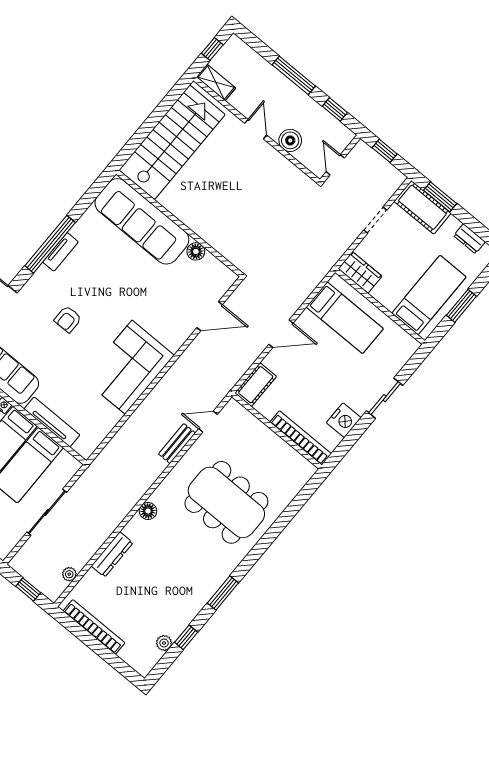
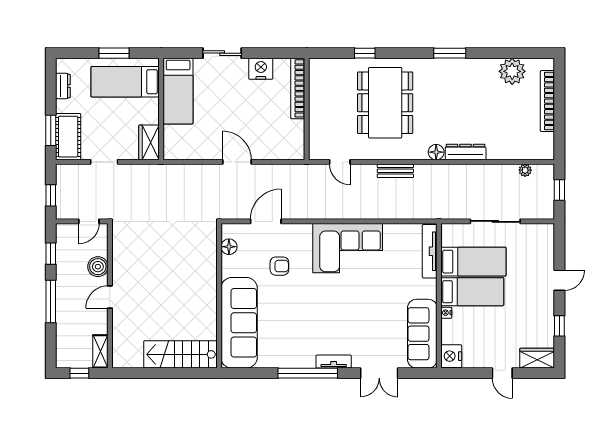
stairs: (172, 142) -> (180, 354), width x0.73, depth x0.66
floor lamp: (196, 251) -> (229, 247), moved
tv unit: (61, 252) -> (334, 362), moved
door: (210, 316) -> (266, 221), hinge flipped
bed: (345, 318) -> (178, 91), moved, turned 180
armchair: (68, 319) -> (279, 266), moved
cot: (256, 385) -> (287, 150), removed
tv unit: (52, 422) -> (430, 251), moved
bench: (177, 444) -> (395, 171), moved
dresser: (112, 554) -> (466, 152), moved
bookcase: (94, 627) -> (547, 101), moved
window: (186, 637) -> (365, 53), moved
plant: (164, 643) -> (512, 71), width x1.88, depth x1.88

